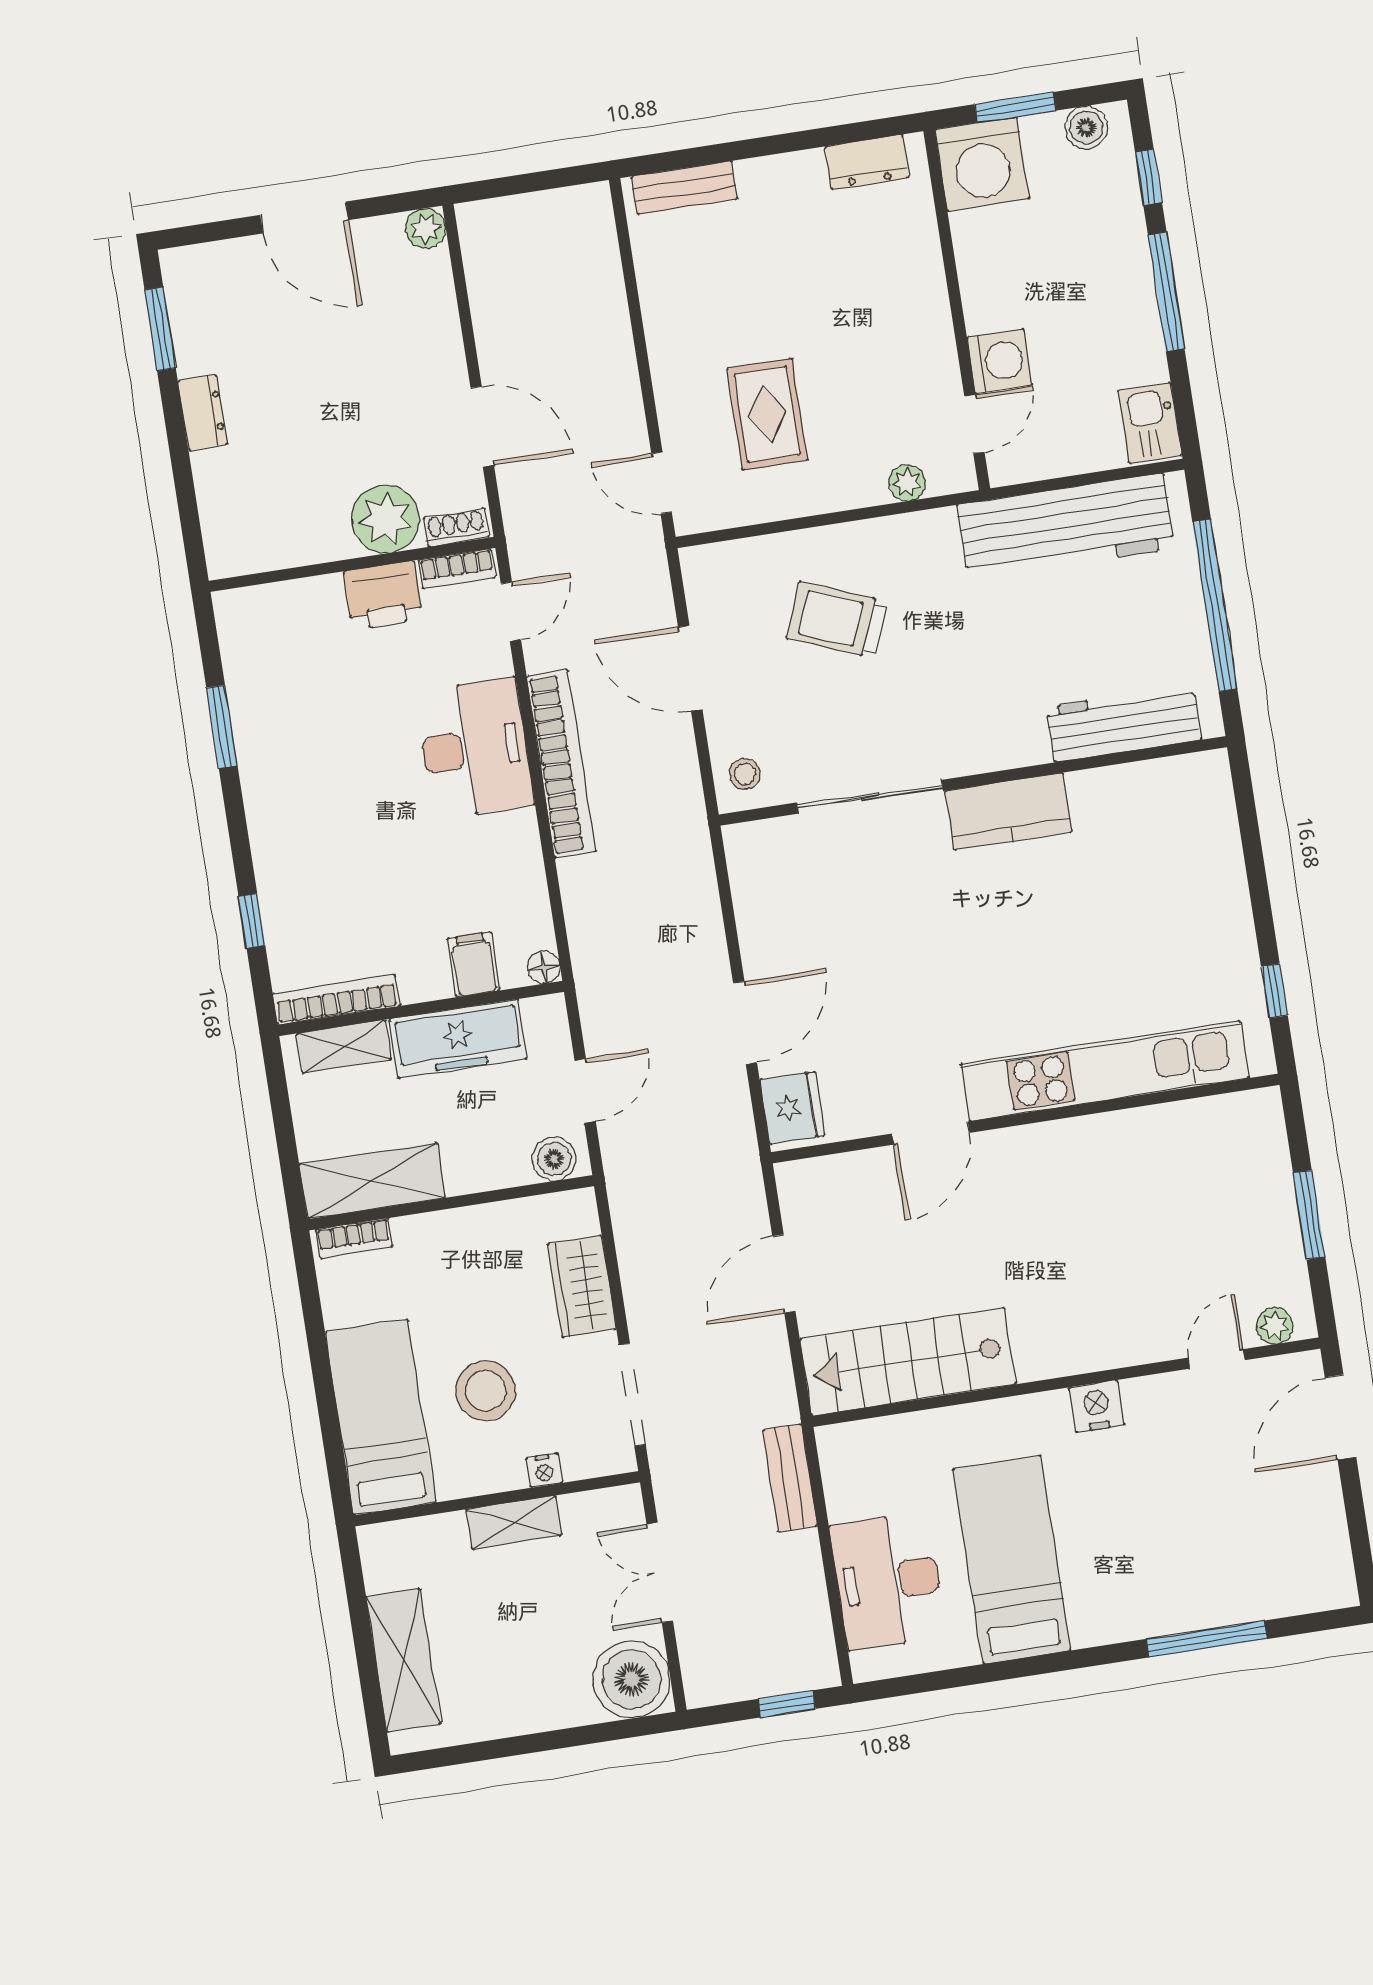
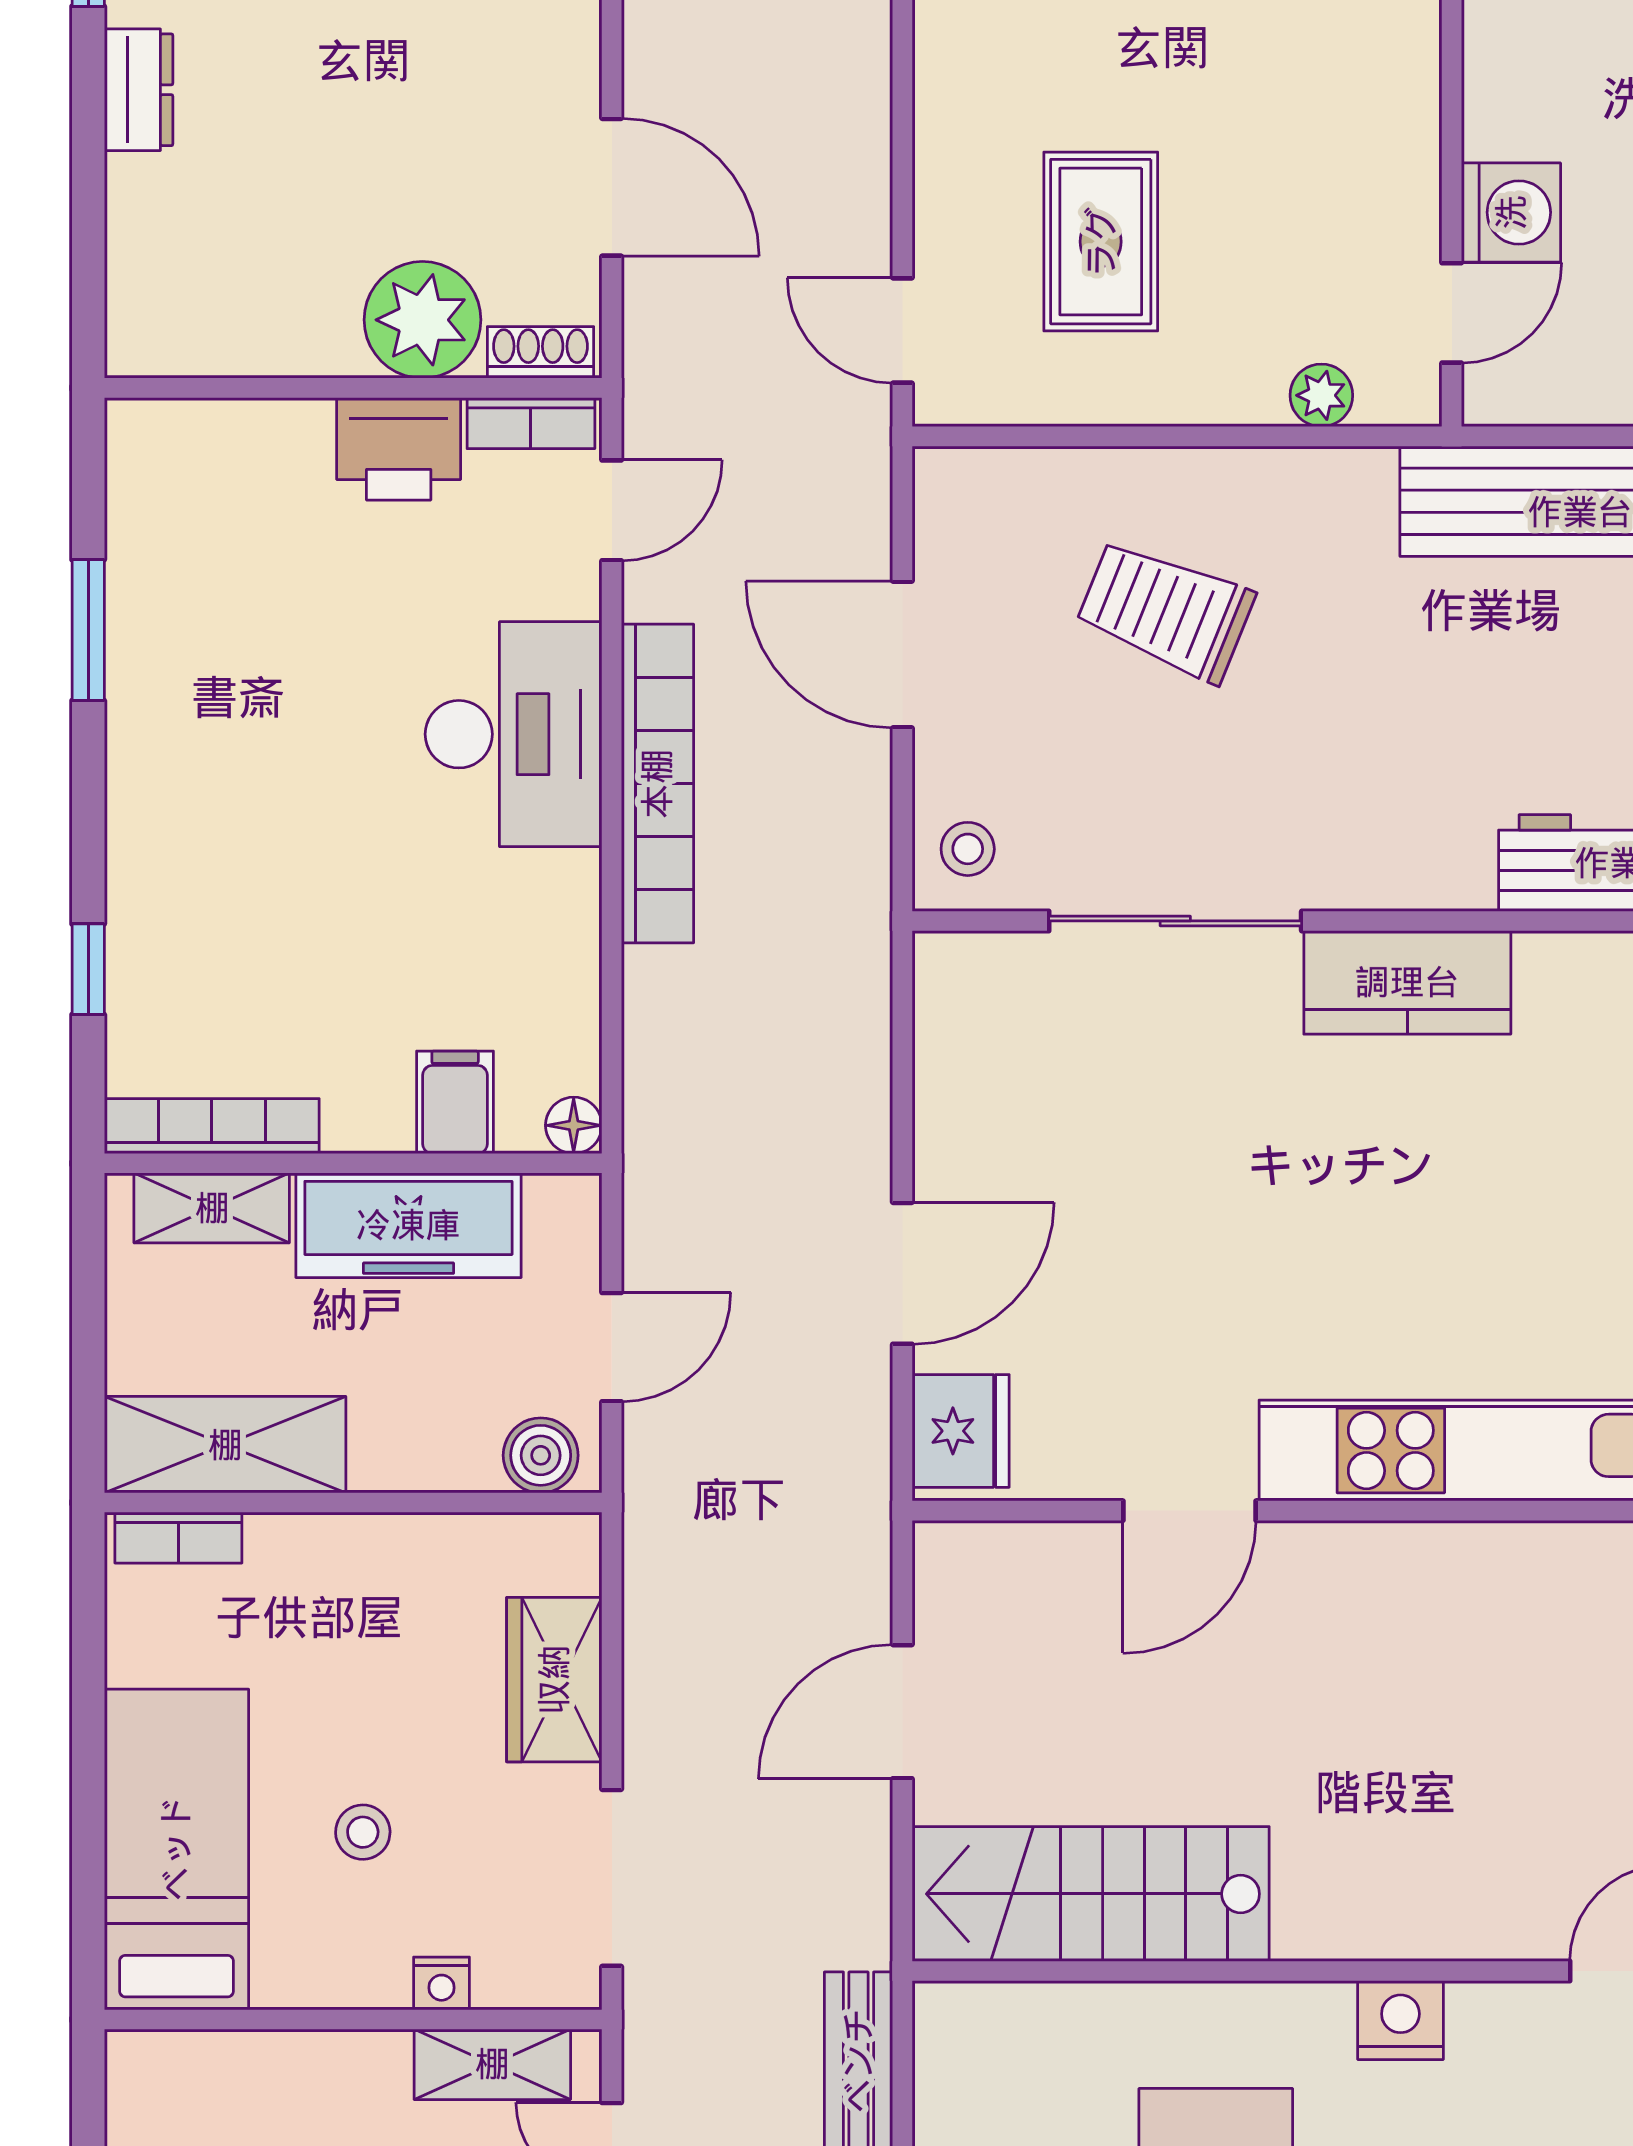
stool: (486, 1391) -> (363, 1832), width x0.53, depth x0.53
shelving: (514, 1522) -> (492, 2064), moved

